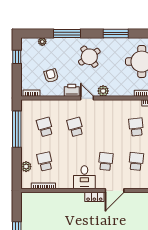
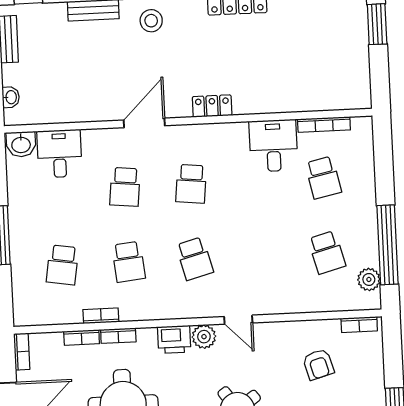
printer: (72, 90) -> (174, 339), moved
school desk: (75, 127) -> (195, 259), moved
plant: (26, 167) -> (369, 279), moved
desk: (84, 177) -> (273, 146), moved
door: (115, 190) -> (144, 123), moved

